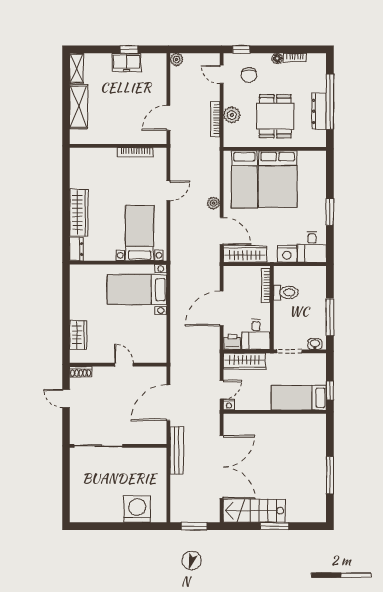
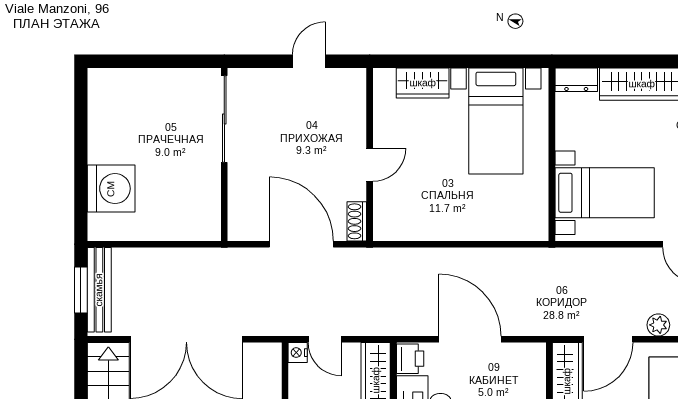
bed with nightstands: (137, 290) -> (496, 121), moved, turned 180
shoe rack: (81, 372) -> (357, 221), moved
bench: (177, 450) -> (99, 290), moved, turned 90

